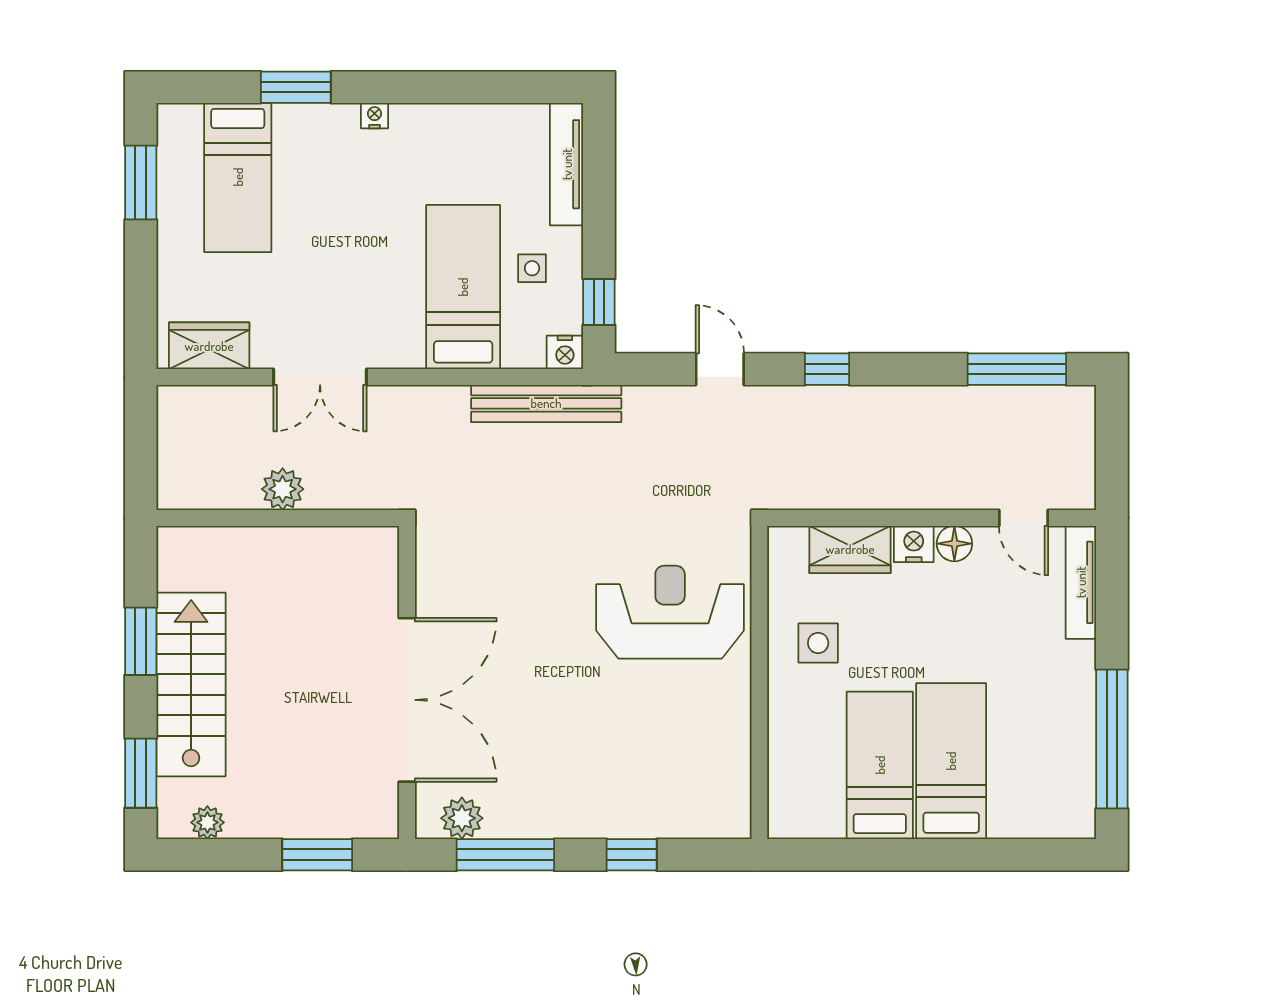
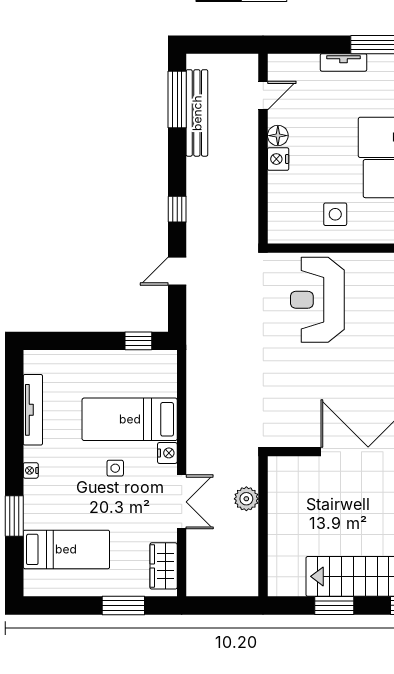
tv unit: (567, 164) -> (33, 410), moved, turned -90
window: (141, 182) -> (123, 605), moved
side table: (532, 268) -> (115, 468), moved
nightstand: (565, 352) -> (167, 453), moved
bench: (546, 403) -> (197, 113), moved
plant: (283, 489) -> (246, 499), moved
wardrobe: (850, 549) -> (281, 196), removed
tv unit: (1081, 582) -> (343, 62), moved, width x0.71

